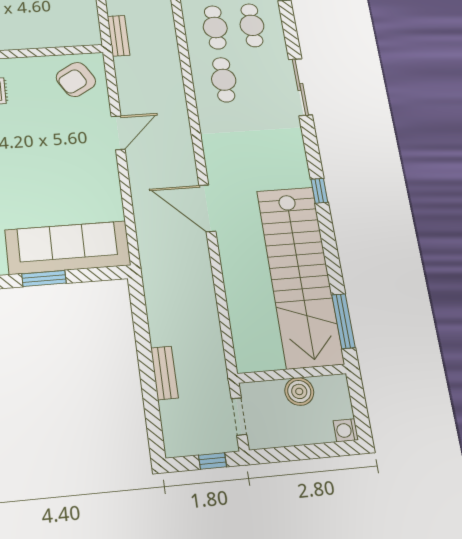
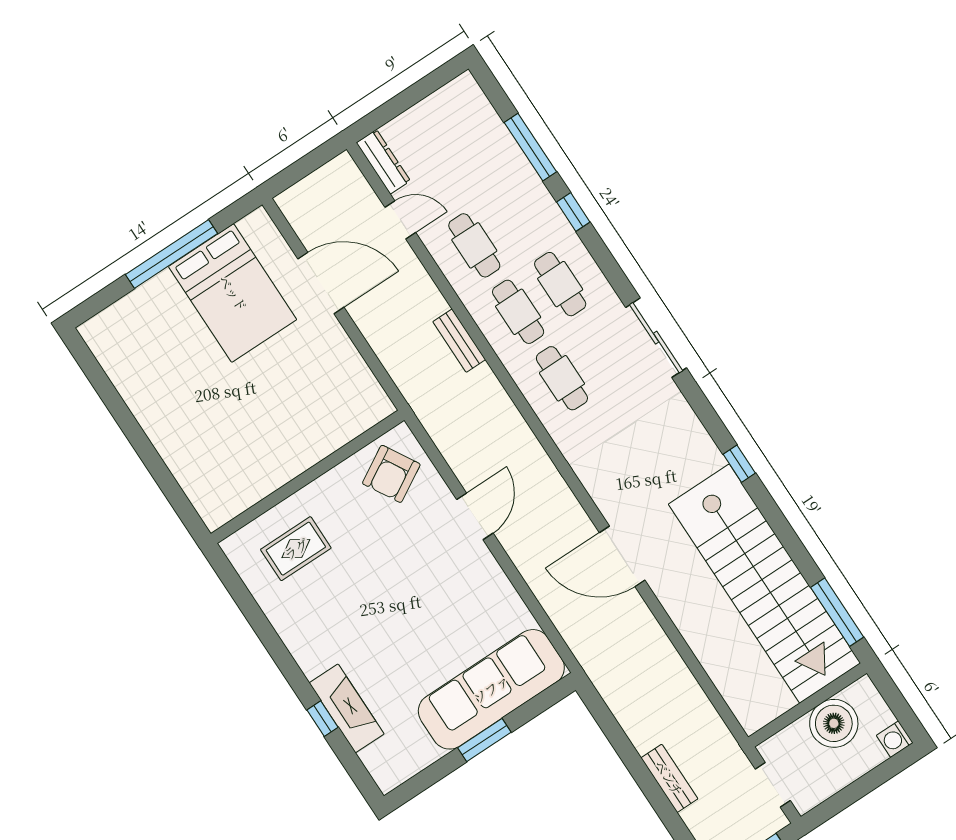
bench: (118, 36) -> (459, 341), moved
boiler: (299, 391) -> (834, 723), width x1.37, depth x1.37

